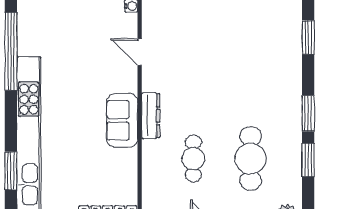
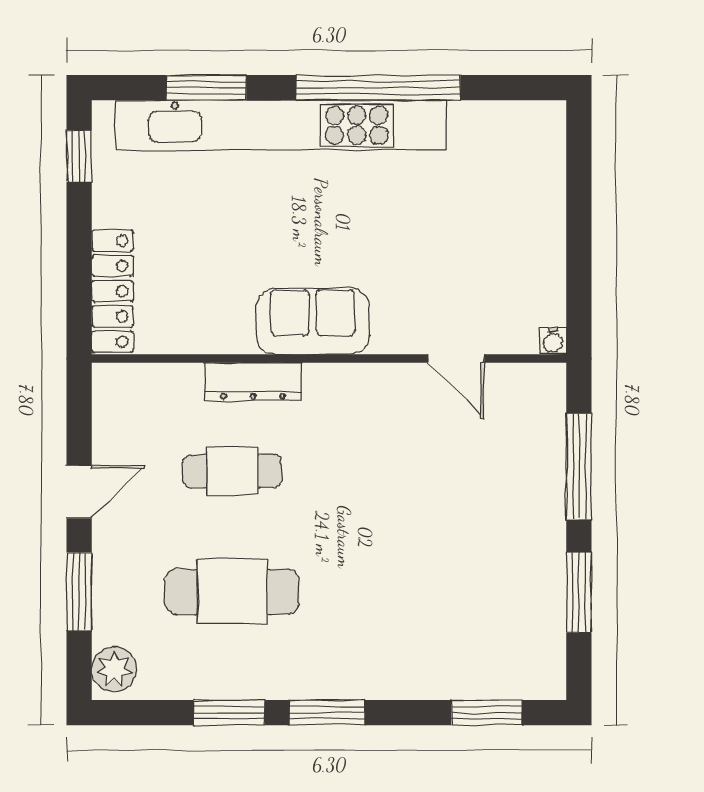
window: (11, 51) -> (378, 88), moved
door: (140, 52) -> (456, 358), swing flipped
dresser: (151, 116) -> (253, 382), moved

